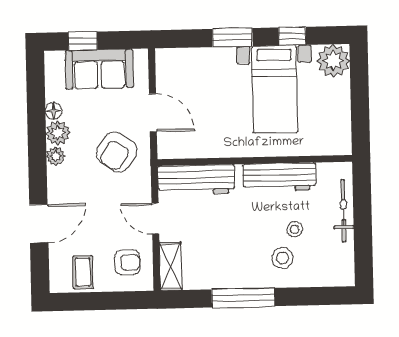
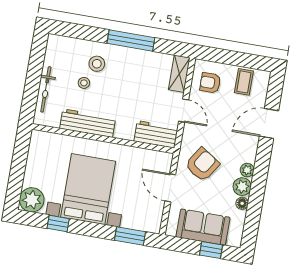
window: (232, 38) -> (130, 236), moved
bed with nightstands: (275, 89) -> (88, 189), width x1.36
workbench: (196, 180) -> (156, 134), width x0.73

